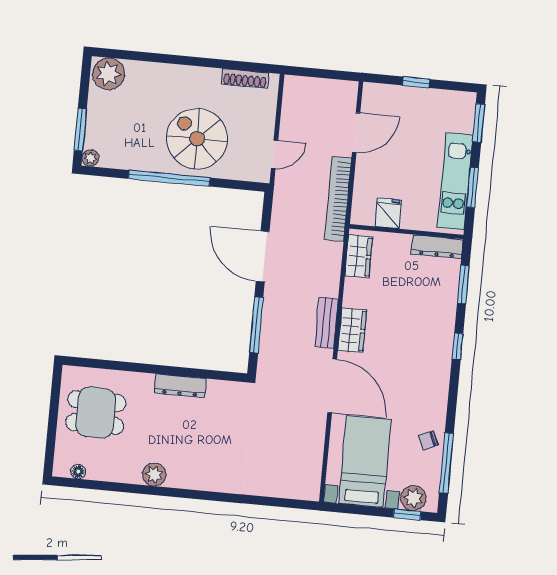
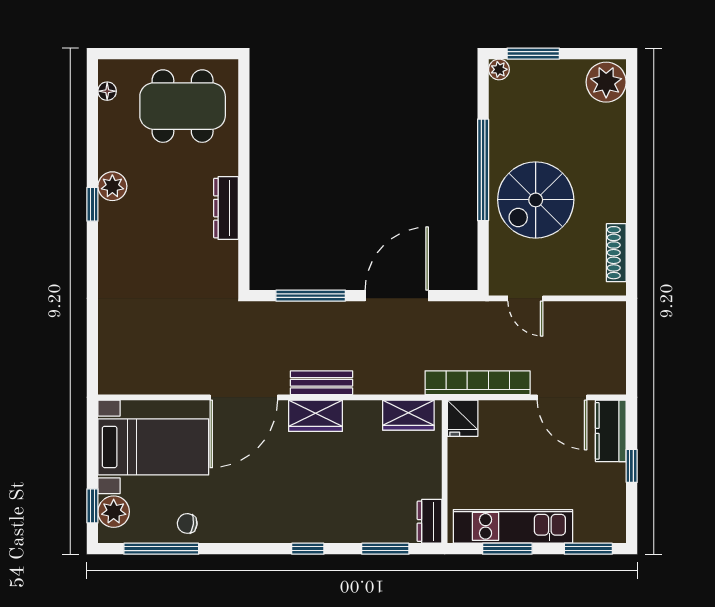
kitchen counter: (386, 96) -> (611, 431), added
spiral stairs: (197, 139) -> (536, 200), turned 180
fridge: (388, 213) -> (463, 418), moved, turned 90
dresser: (437, 247) -> (430, 521), width x0.70
dining table: (96, 413) -> (183, 106), width x1.38
chair: (428, 440) -> (187, 523), turned -59
window: (167, 492) -> (92, 204), added

